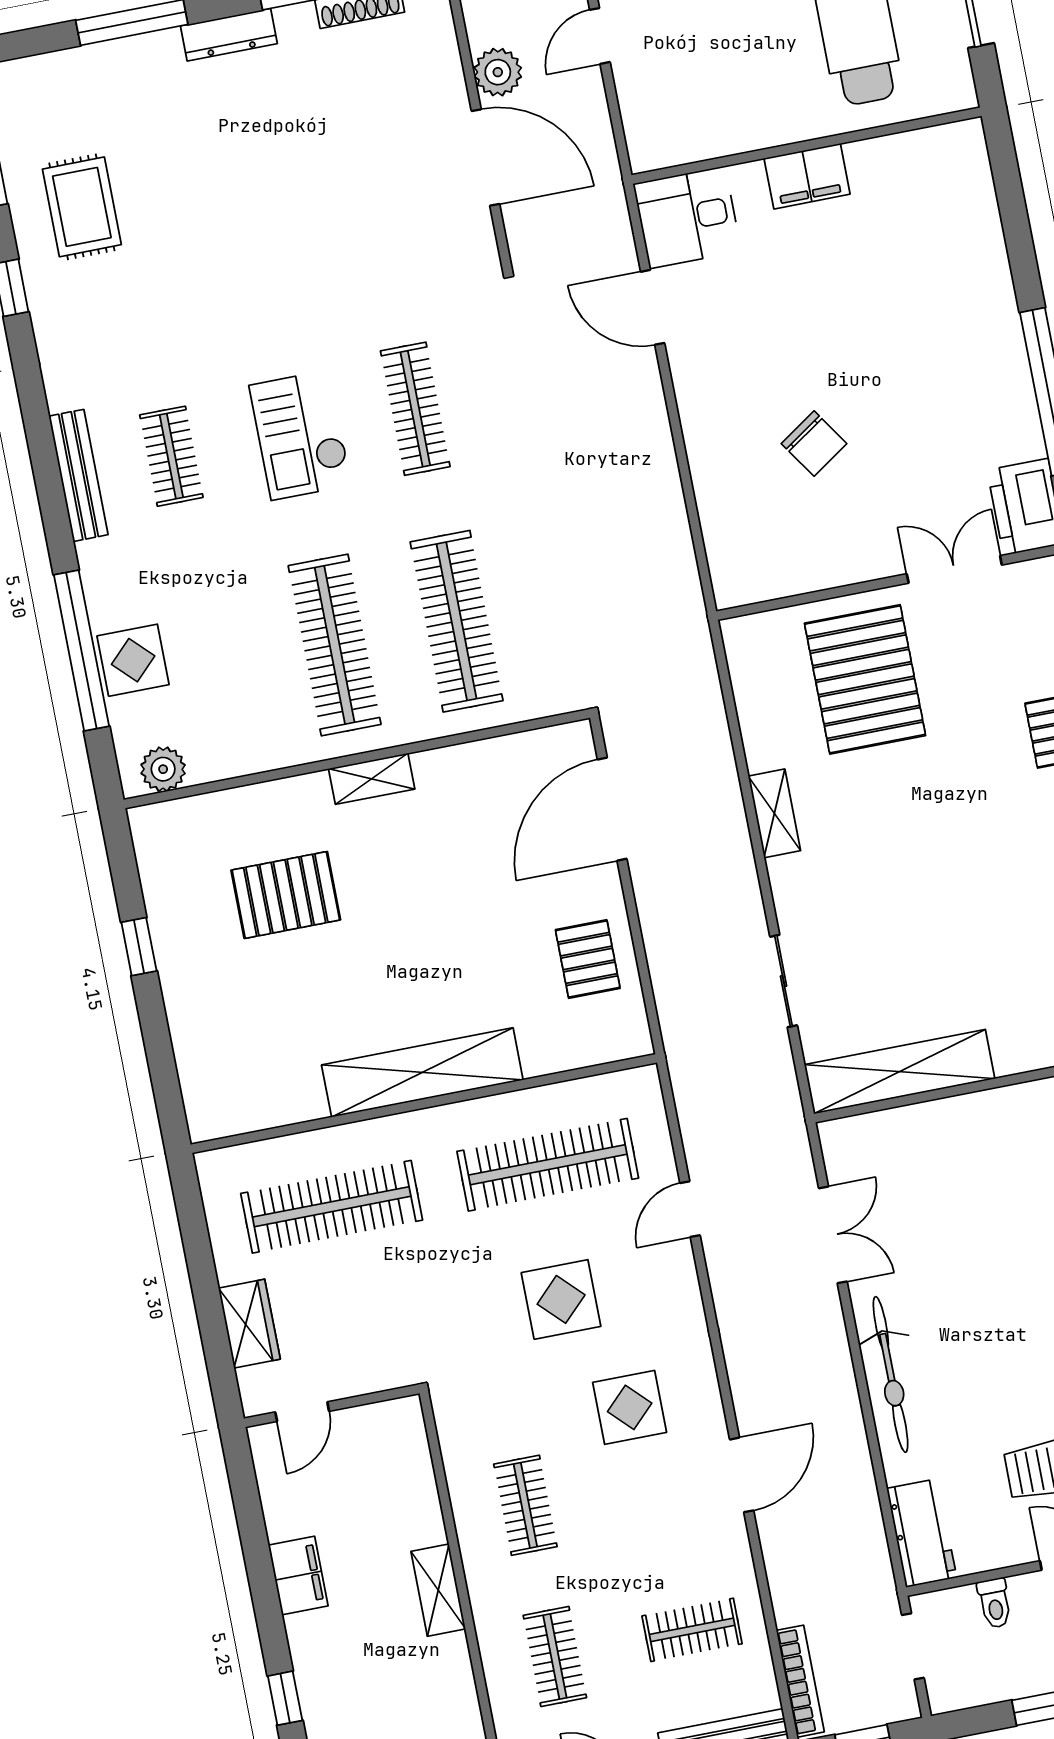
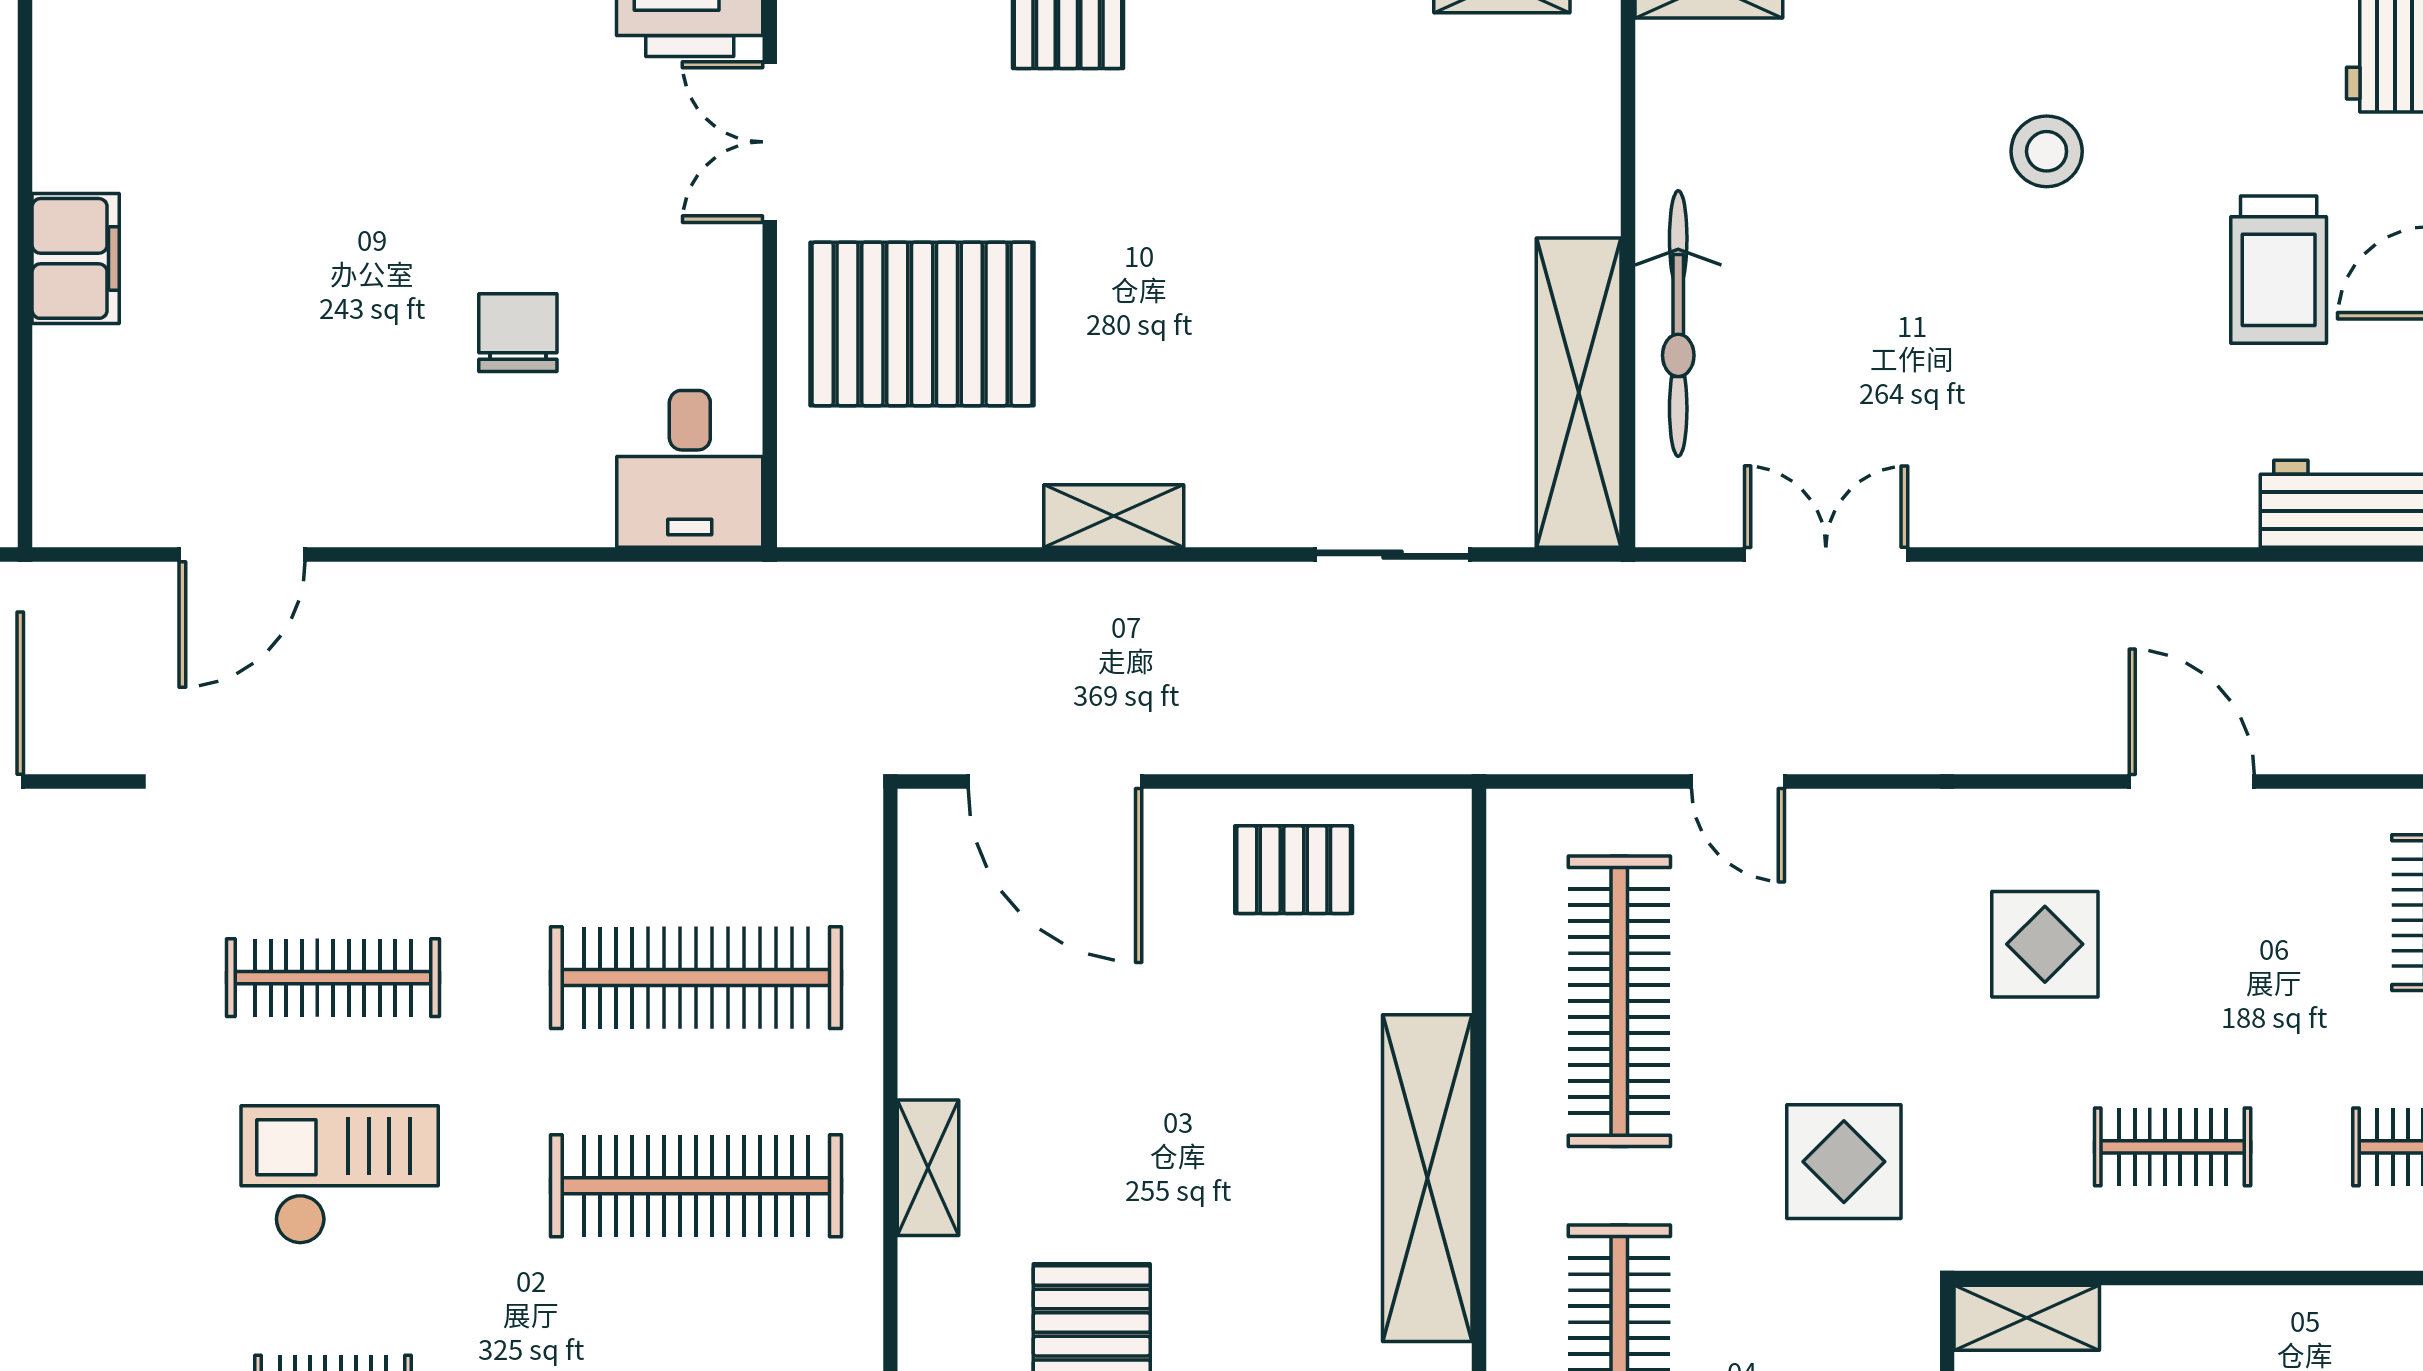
desk: (687, 217) -> (690, 469), moved
checkout: (300, 435) -> (340, 1175), turned 180
chair: (814, 444) -> (518, 333), turned -56
display table: (561, 1299) -> (1844, 1162), moved
bicycle: (891, 1374) -> (1678, 323), moved, turned 90
shelving: (438, 1590) -> (2027, 1318), moved

